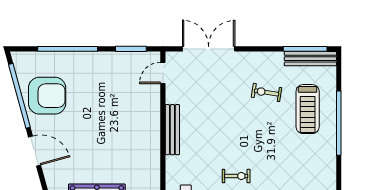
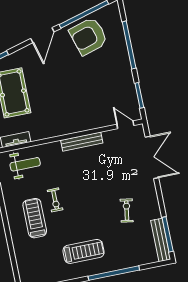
armchair: (47, 96) -> (88, 36), turned 73
treadmill: (308, 109) -> (84, 251), moved, turned 180

